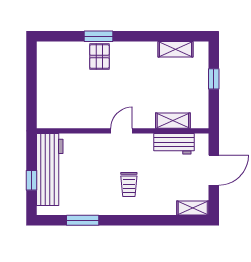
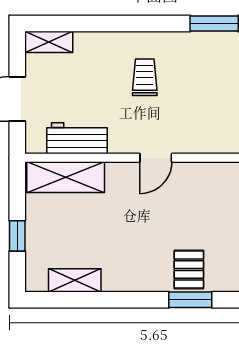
shelving: (173, 121) -> (66, 177), width x1.50, depth x1.33

